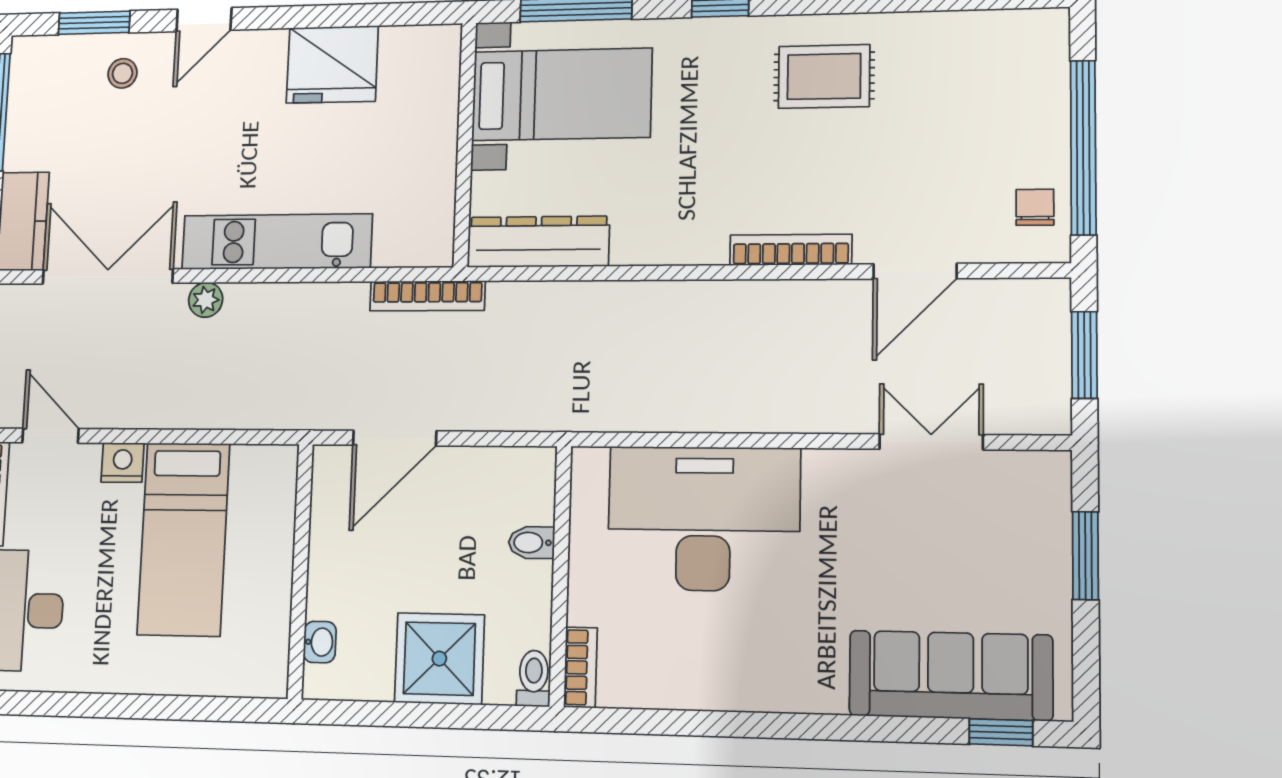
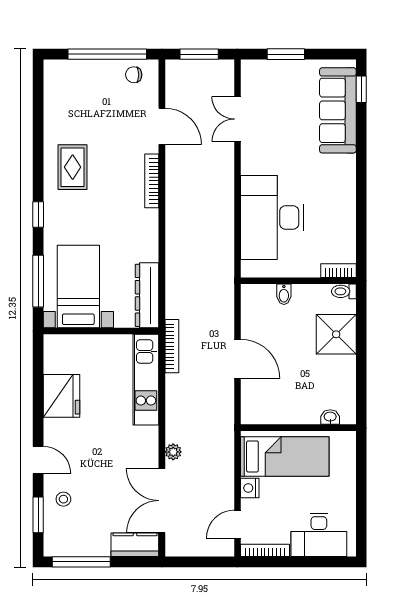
kitchen unit: (277, 242) -> (146, 380), moved
wall: (300, 571) -> (298, 428), moved
washbasin: (320, 642) -> (330, 417), moved

